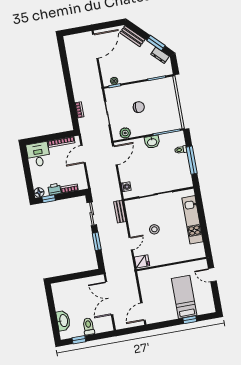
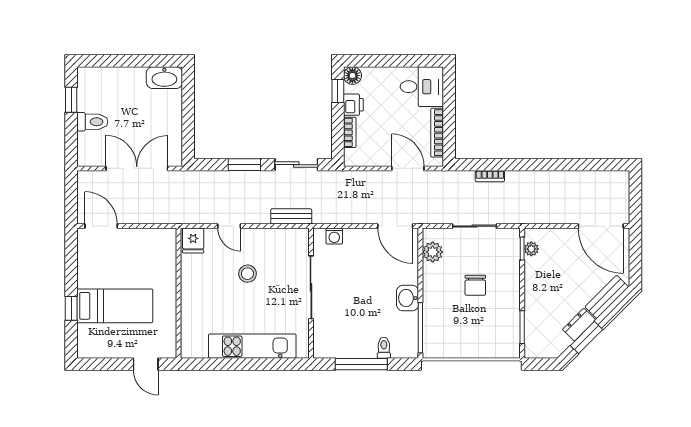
dresser: (160, 55) -> (579, 325), moved
door: (212, 275) -> (146, 364), swing flipped
washbasin: (63, 321) -> (164, 78), moved

